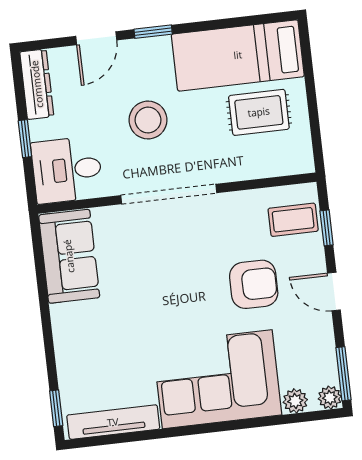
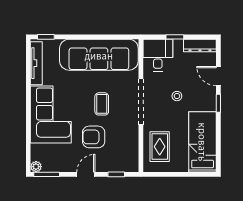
rug: (259, 112) -> (160, 147), moved
stool: (148, 120) -> (177, 96), width x0.53, depth x0.53
coffee table: (293, 220) -> (102, 104), moved
sofa: (69, 256) -> (99, 55), width x1.85, depth x1.27
armchair: (254, 284) -> (94, 137), turned 90
plant: (295, 401) -> (36, 150), removed

